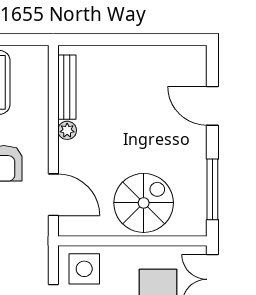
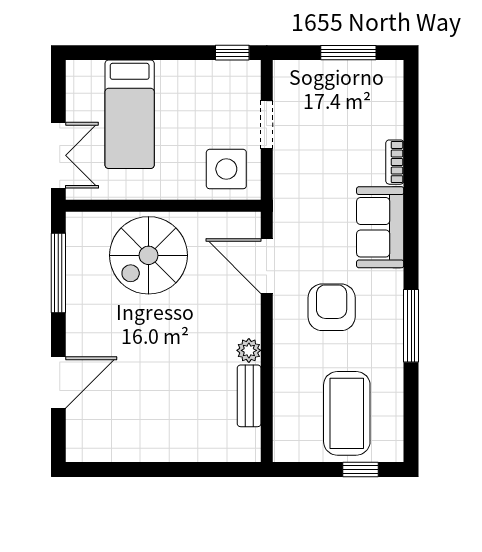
bench: (67, 87) -> (249, 396), width x0.73
door: (212, 106) -> (58, 383), hinge flipped

